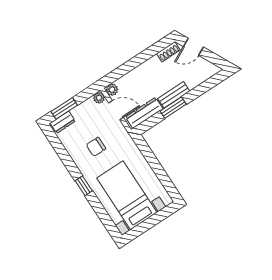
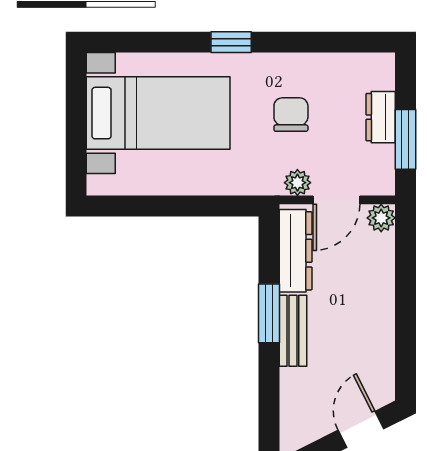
shoe rack: (168, 52) -> (383, 375), removed
plant: (99, 98) -> (297, 183), moved
window: (64, 108) -> (405, 139), moved
dresser: (63, 122) -> (381, 117), moved

